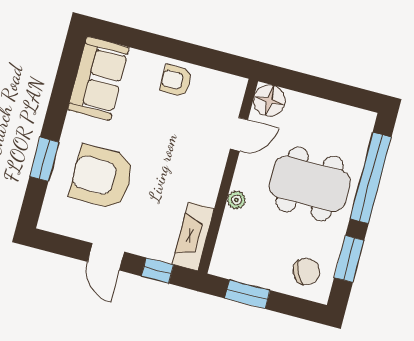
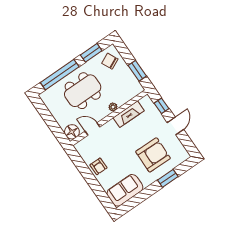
armchair: (102, 177) -> (153, 155), turned -89
dining table: (310, 184) -> (83, 91), turned 90
fireplace: (193, 236) -> (129, 114), moved

